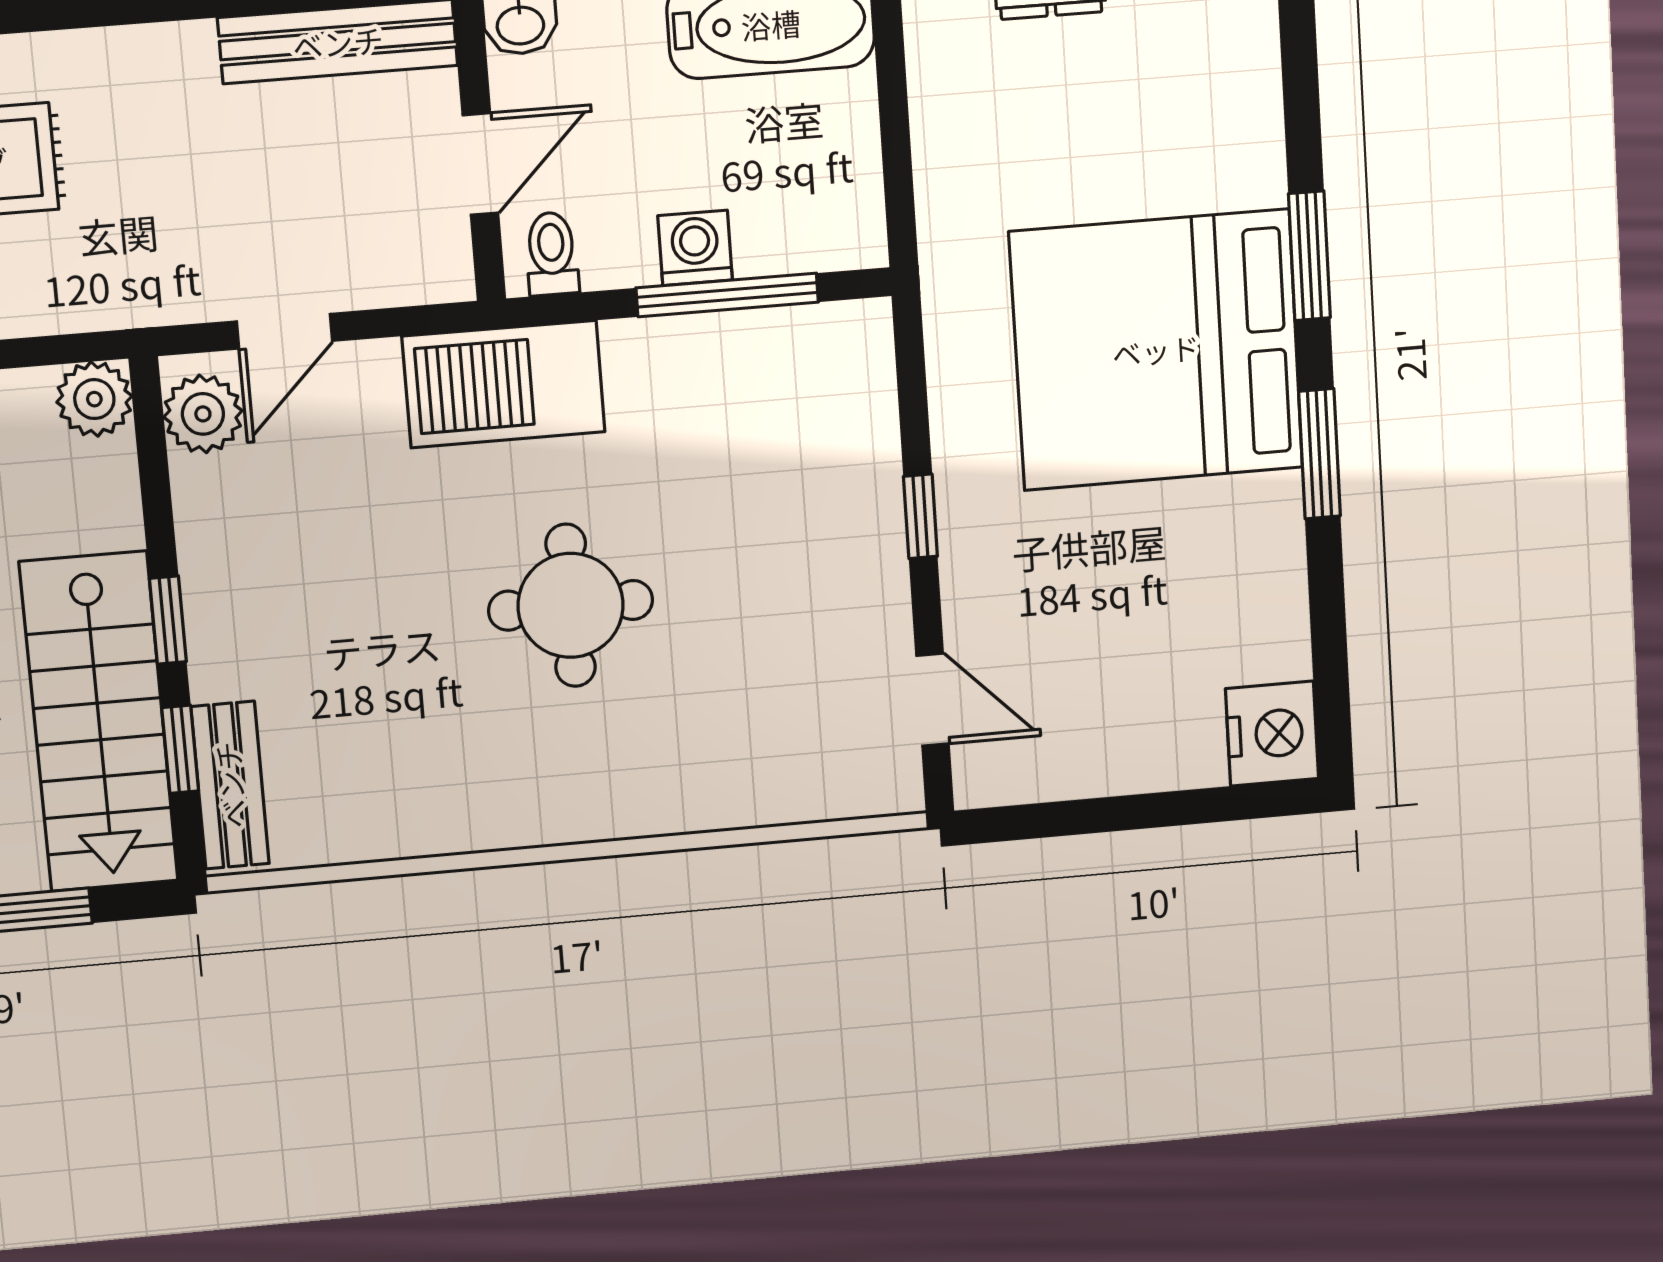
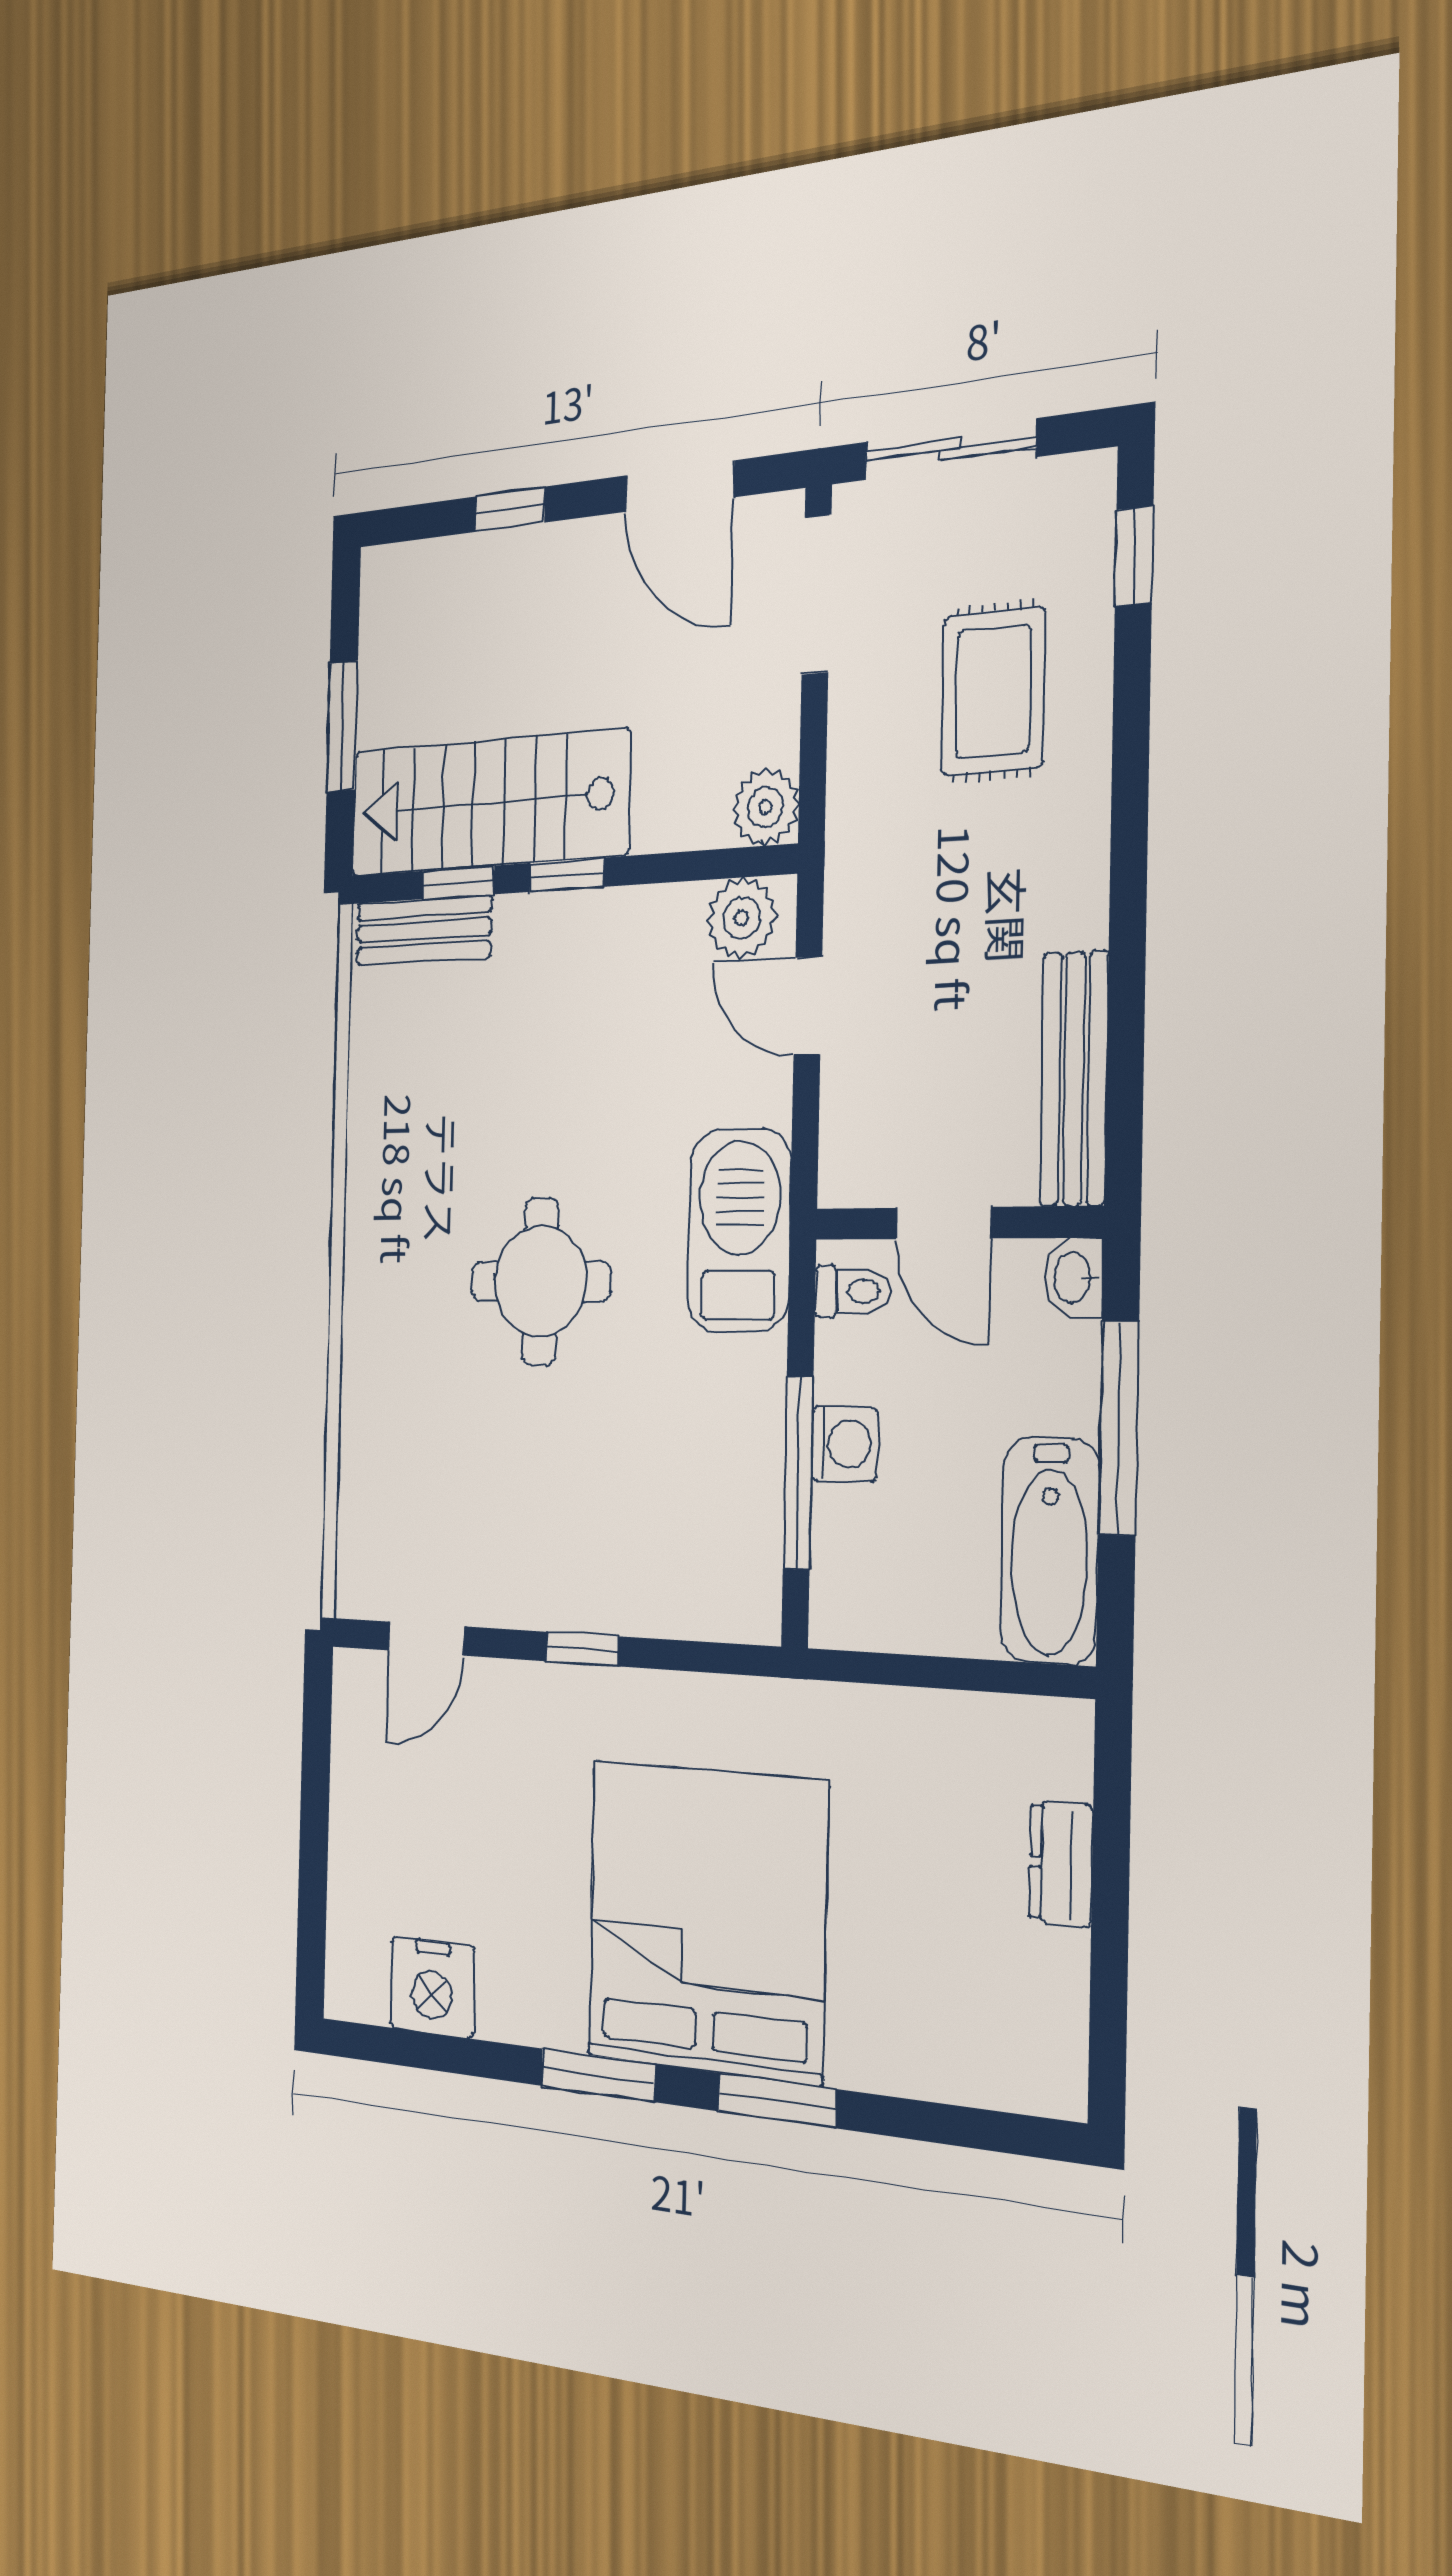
nightstand: (1272, 734) -> (432, 1987), moved

